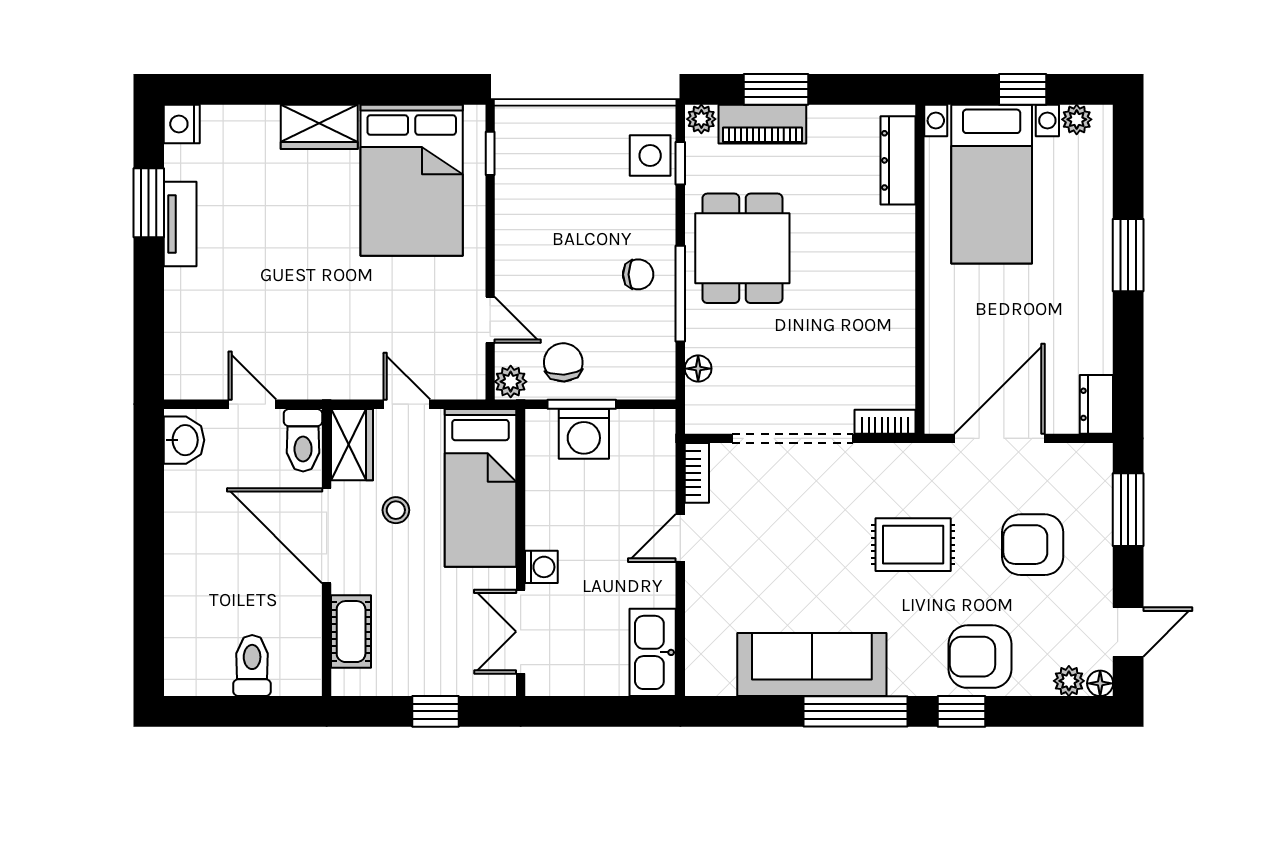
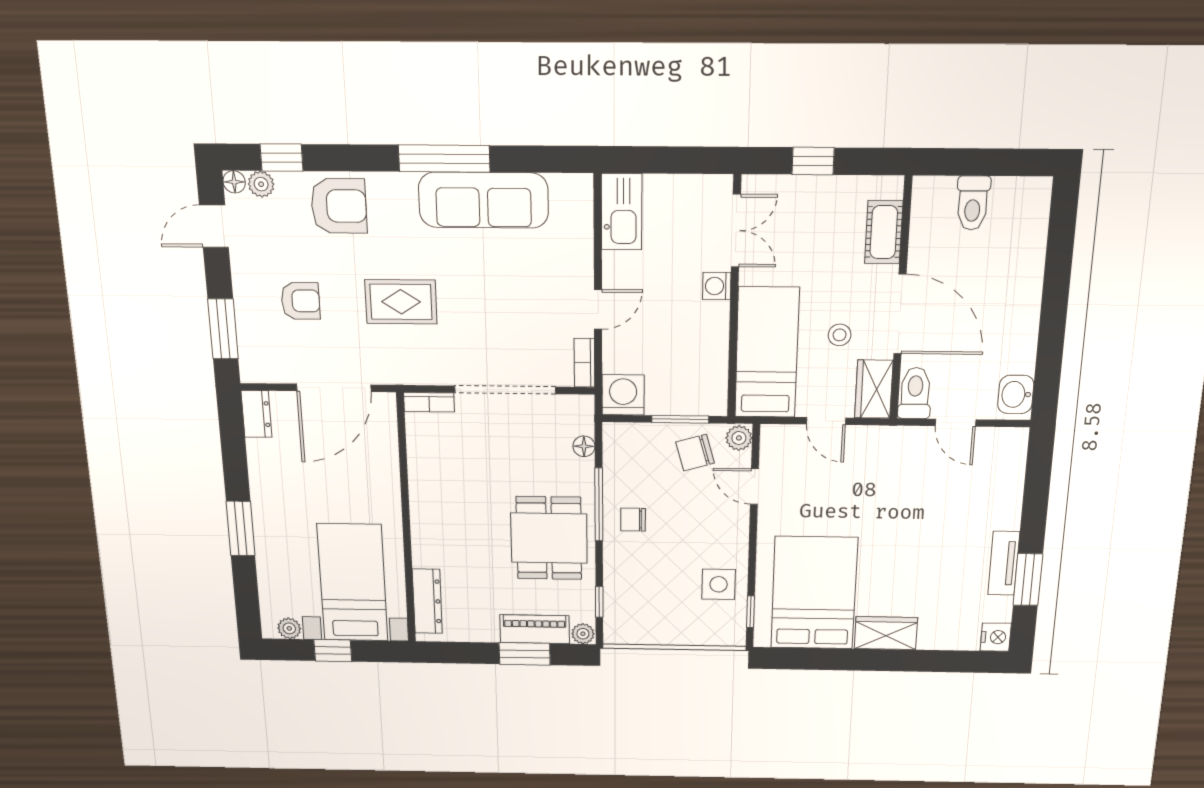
side table: (650, 156) -> (719, 584), moved
chair: (563, 362) -> (695, 453), turned 77
washing machine: (584, 434) -> (623, 395), moved
armchair: (1033, 545) -> (301, 301), width x0.72, depth x0.72
window: (962, 711) -> (282, 157), moved

